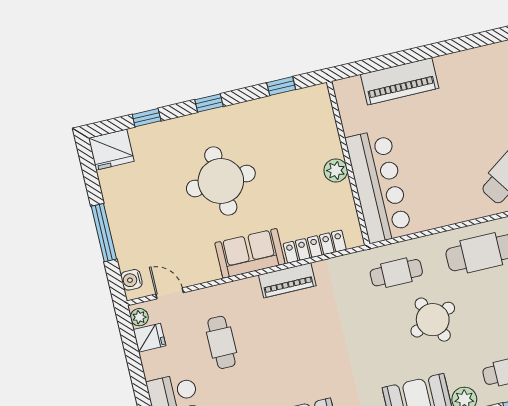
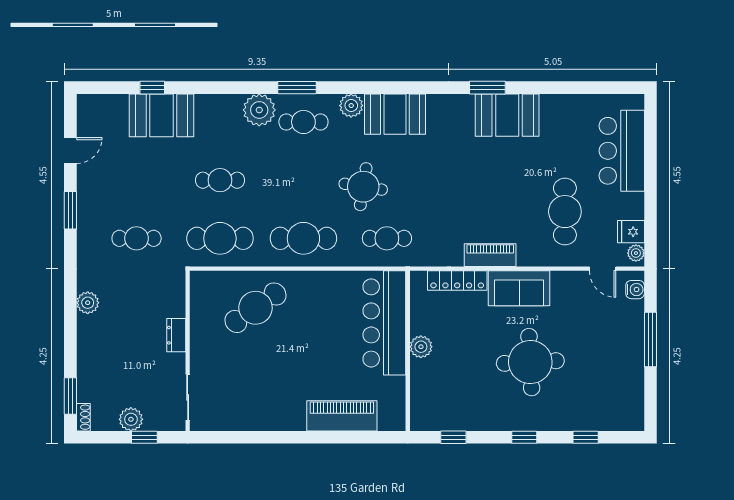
fridge: (111, 150) -> (626, 415), removed
round table: (433, 320) -> (363, 187), turned 32
cafe table: (221, 342) -> (565, 212), width x1.37, depth x1.35

